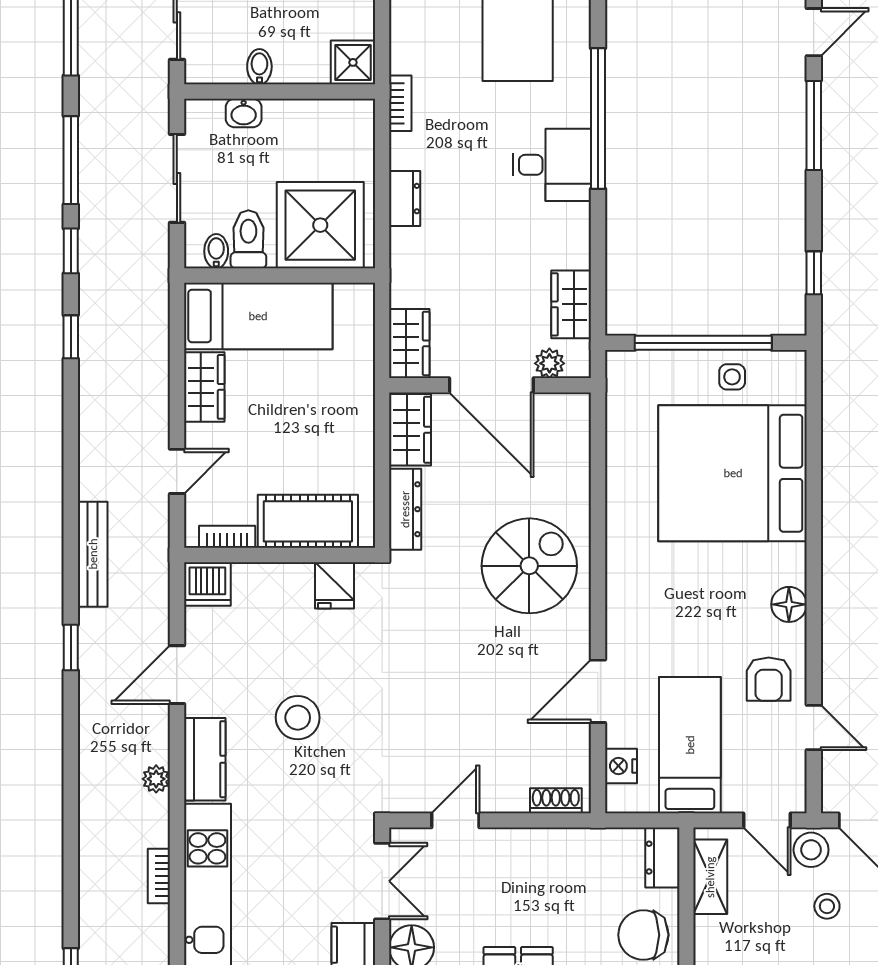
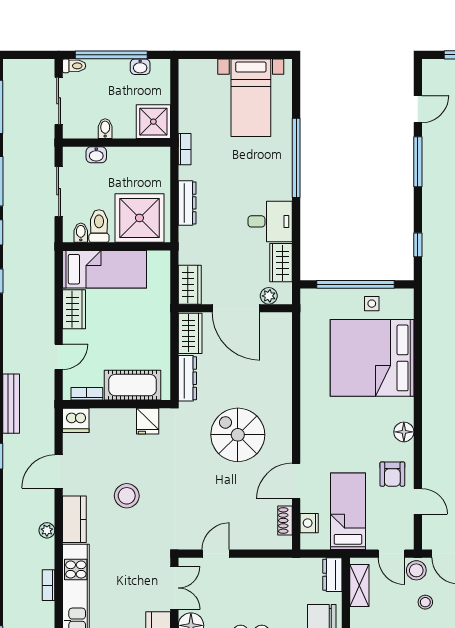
shower: (353, 62) -> (153, 122), width x1.36, depth x1.36
desk: (552, 165) -> (270, 221), moved
dresser: (405, 199) -> (187, 203), width x1.44
spiral stairs: (529, 566) -> (238, 435), moved, turned -90
shoe rack: (556, 801) -> (285, 520), moved, turned -90

